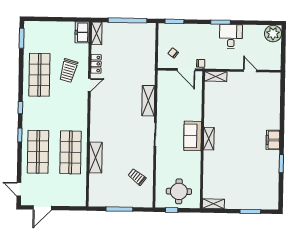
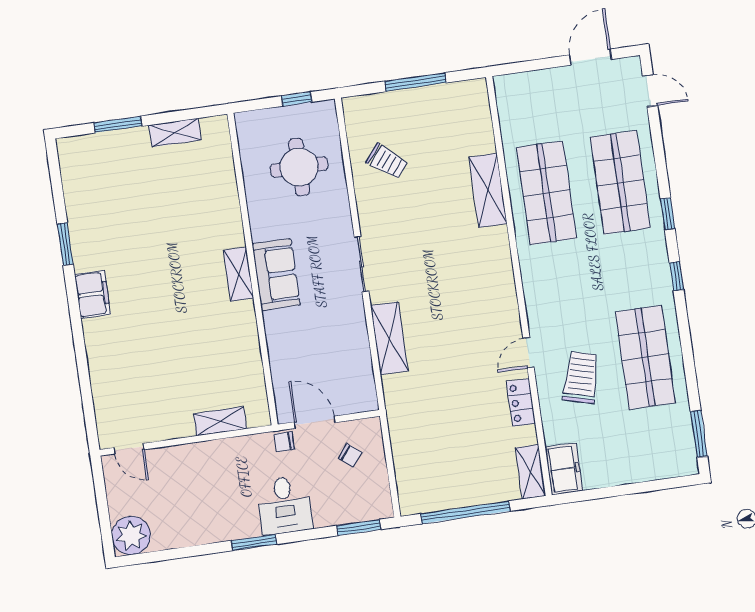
desk: (231, 36) -> (284, 505), moved
door: (250, 71) -> (129, 449), moved
shelving: (216, 76) -> (220, 421), moved
round table: (179, 191) -> (299, 167), moved
shelving: (213, 204) -> (175, 133), moved

